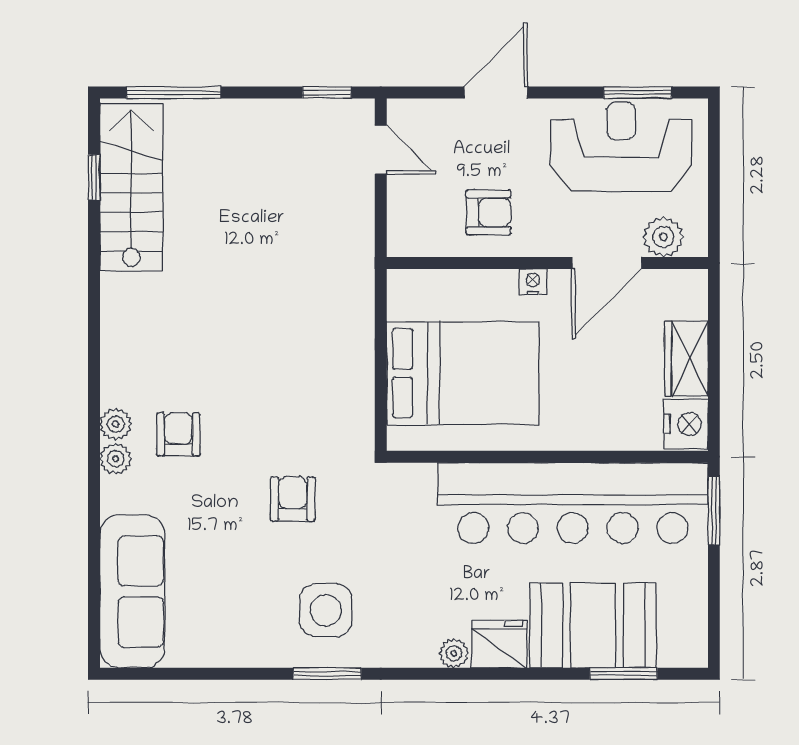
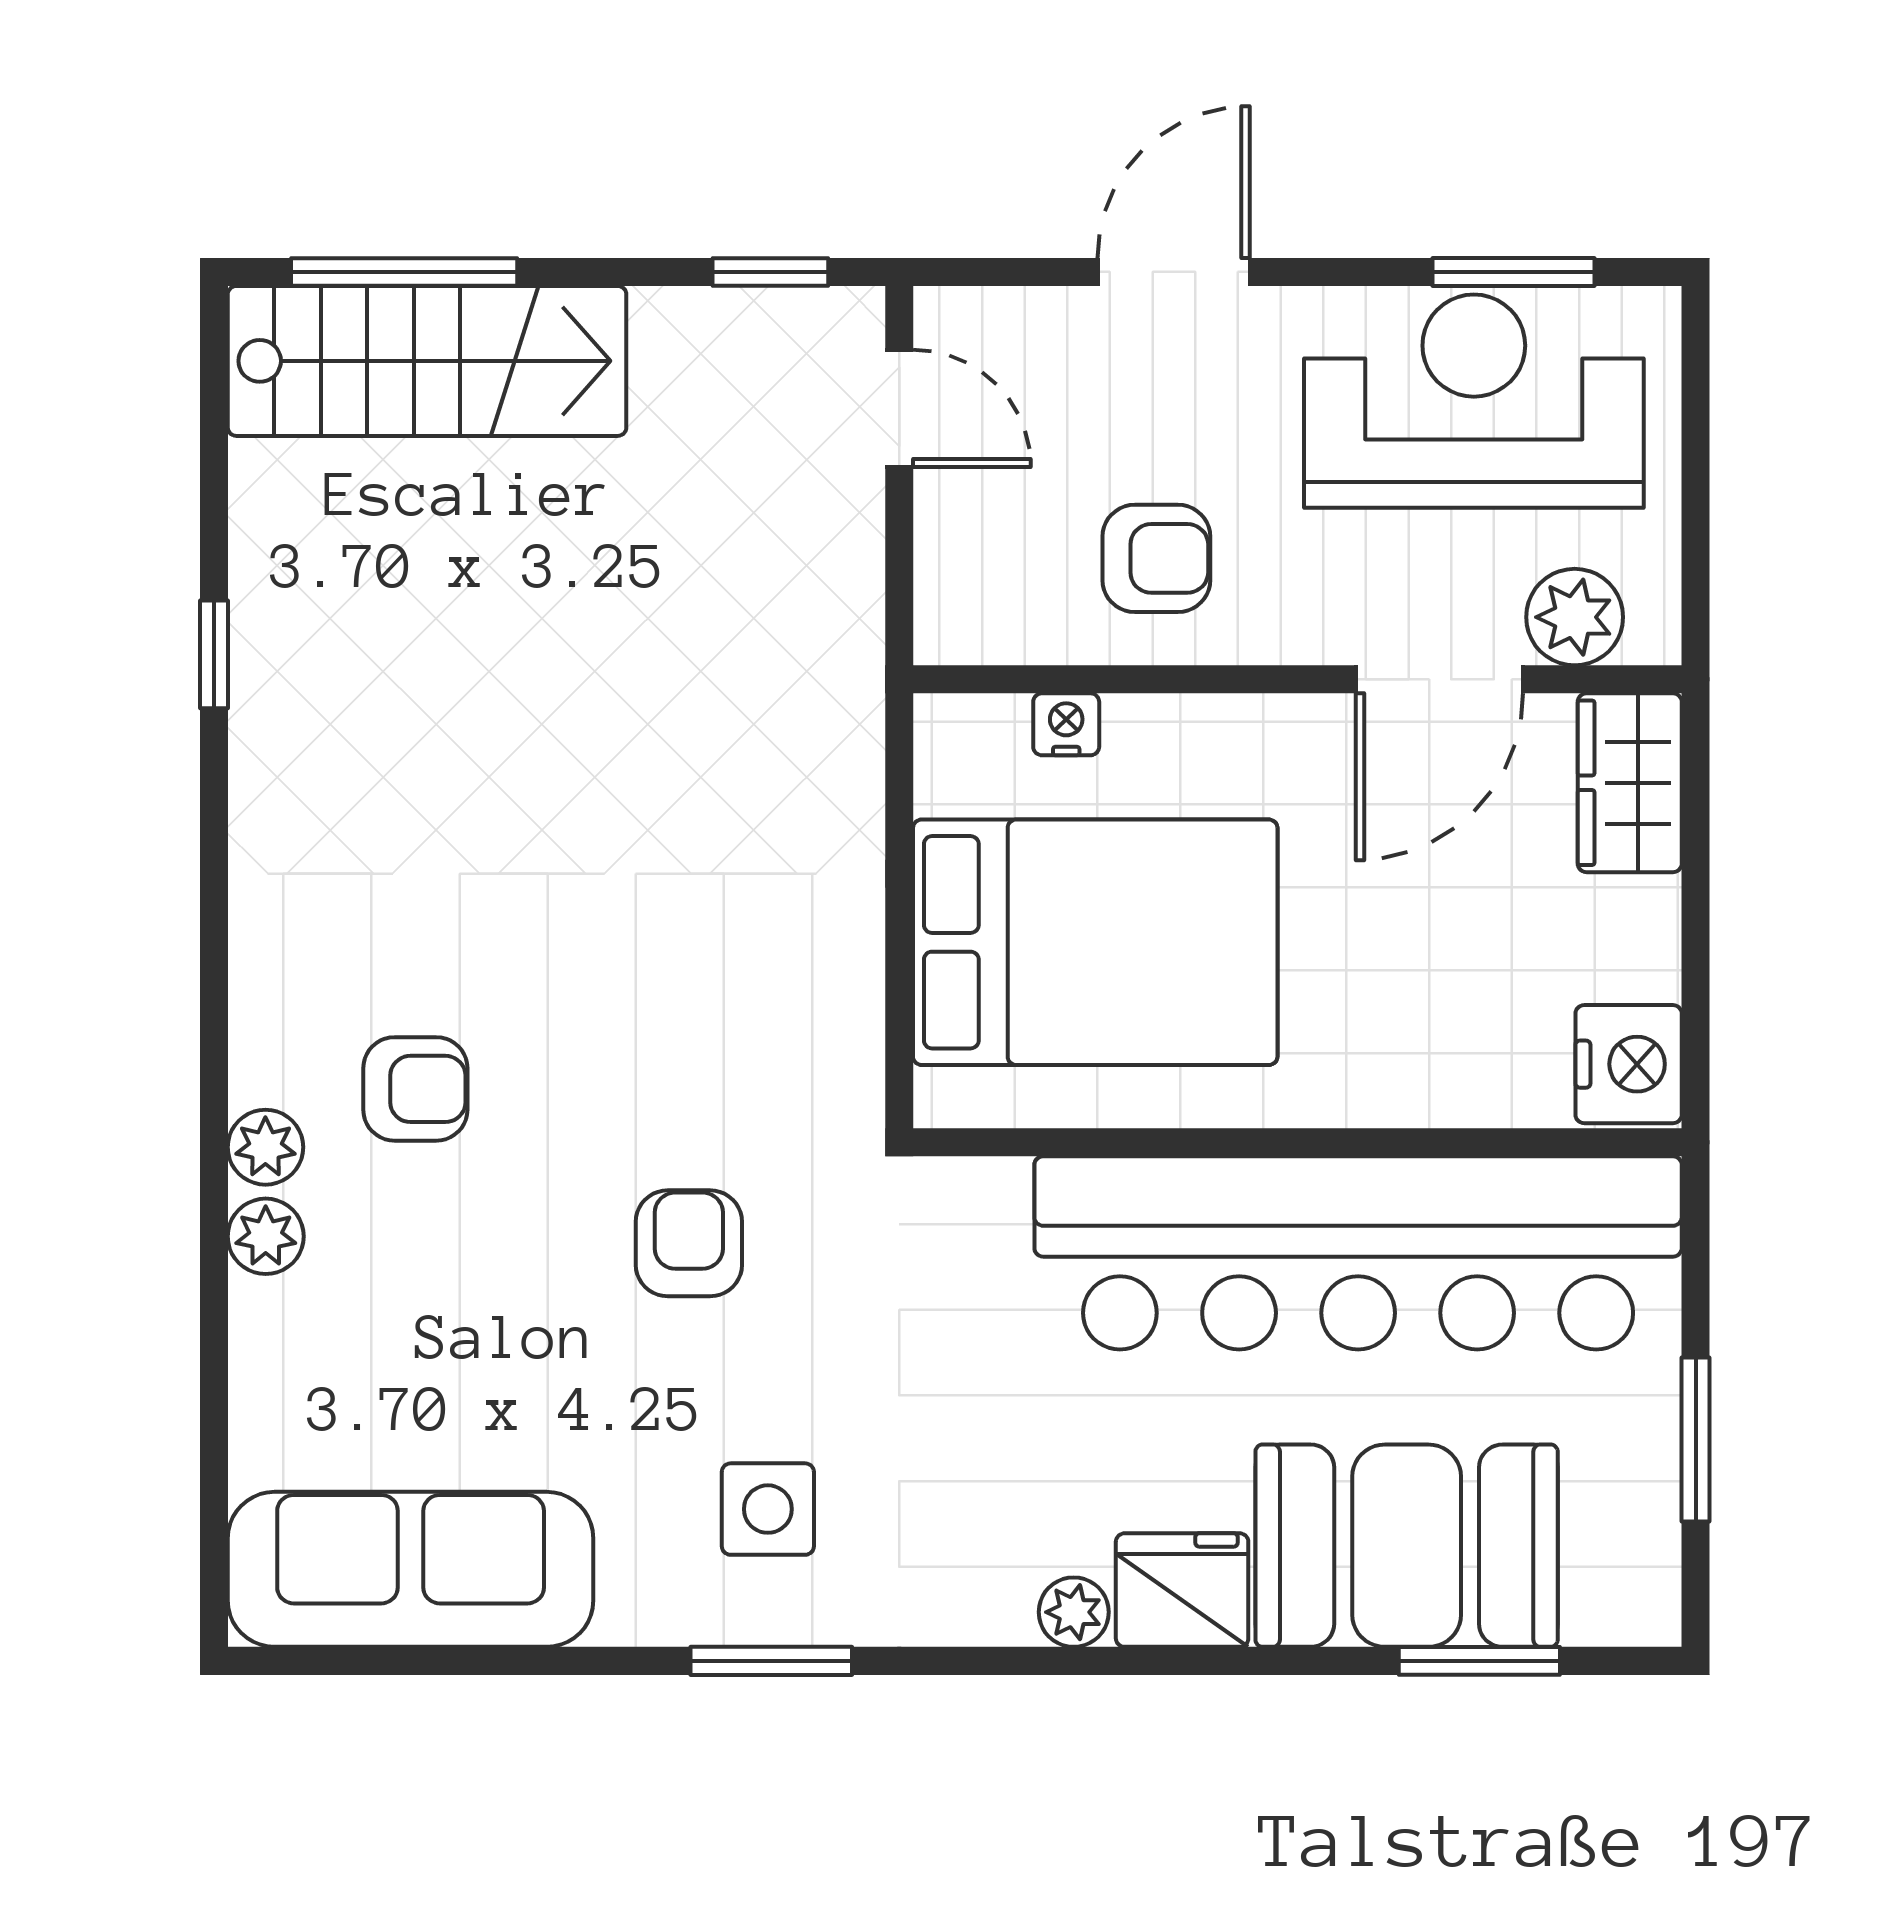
window: (94, 177) -> (214, 654), moved
stairs: (131, 187) -> (427, 361), moved, turned 90
nightstand: (533, 282) -> (1066, 724), moved
wardrobe: (686, 359) -> (1630, 783), moved
plant: (116, 424) -> (266, 1236), moved
armchair: (178, 434) -> (415, 1089), turned 90
window: (714, 510) -> (1696, 1439), moved
sofa: (132, 591) -> (411, 1569), moved, turned -90
side table: (326, 610) -> (768, 1509), width x0.73, depth x0.73

